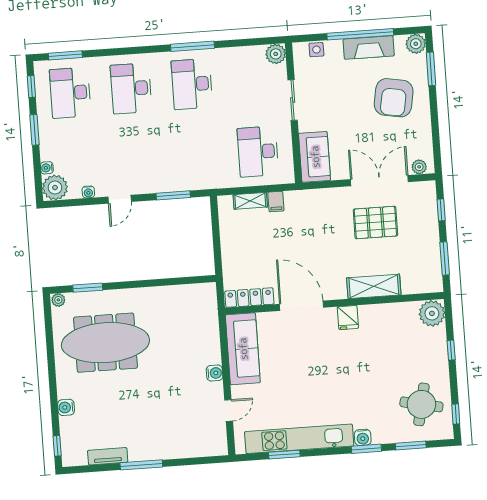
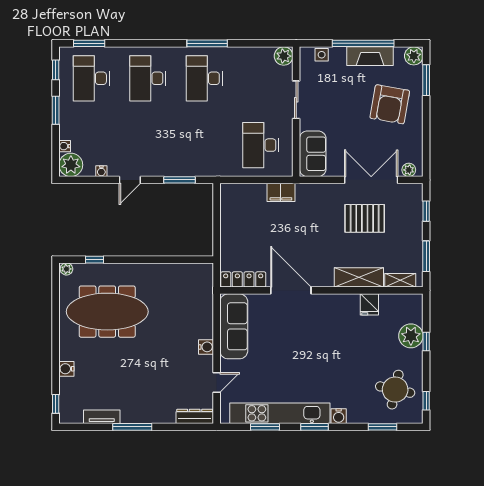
shelving: (250, 201) -> (400, 280), moved
filing cabinet: (276, 202) -> (281, 192), width x2.00
window: (88, 288) -> (94, 260), width x0.67
plant: (432, 313) -> (411, 336), moved
fridge: (348, 318) -> (369, 304), moved
dresser: (208, 449) -> (195, 416), added
window: (366, 449) -> (314, 427), moved

